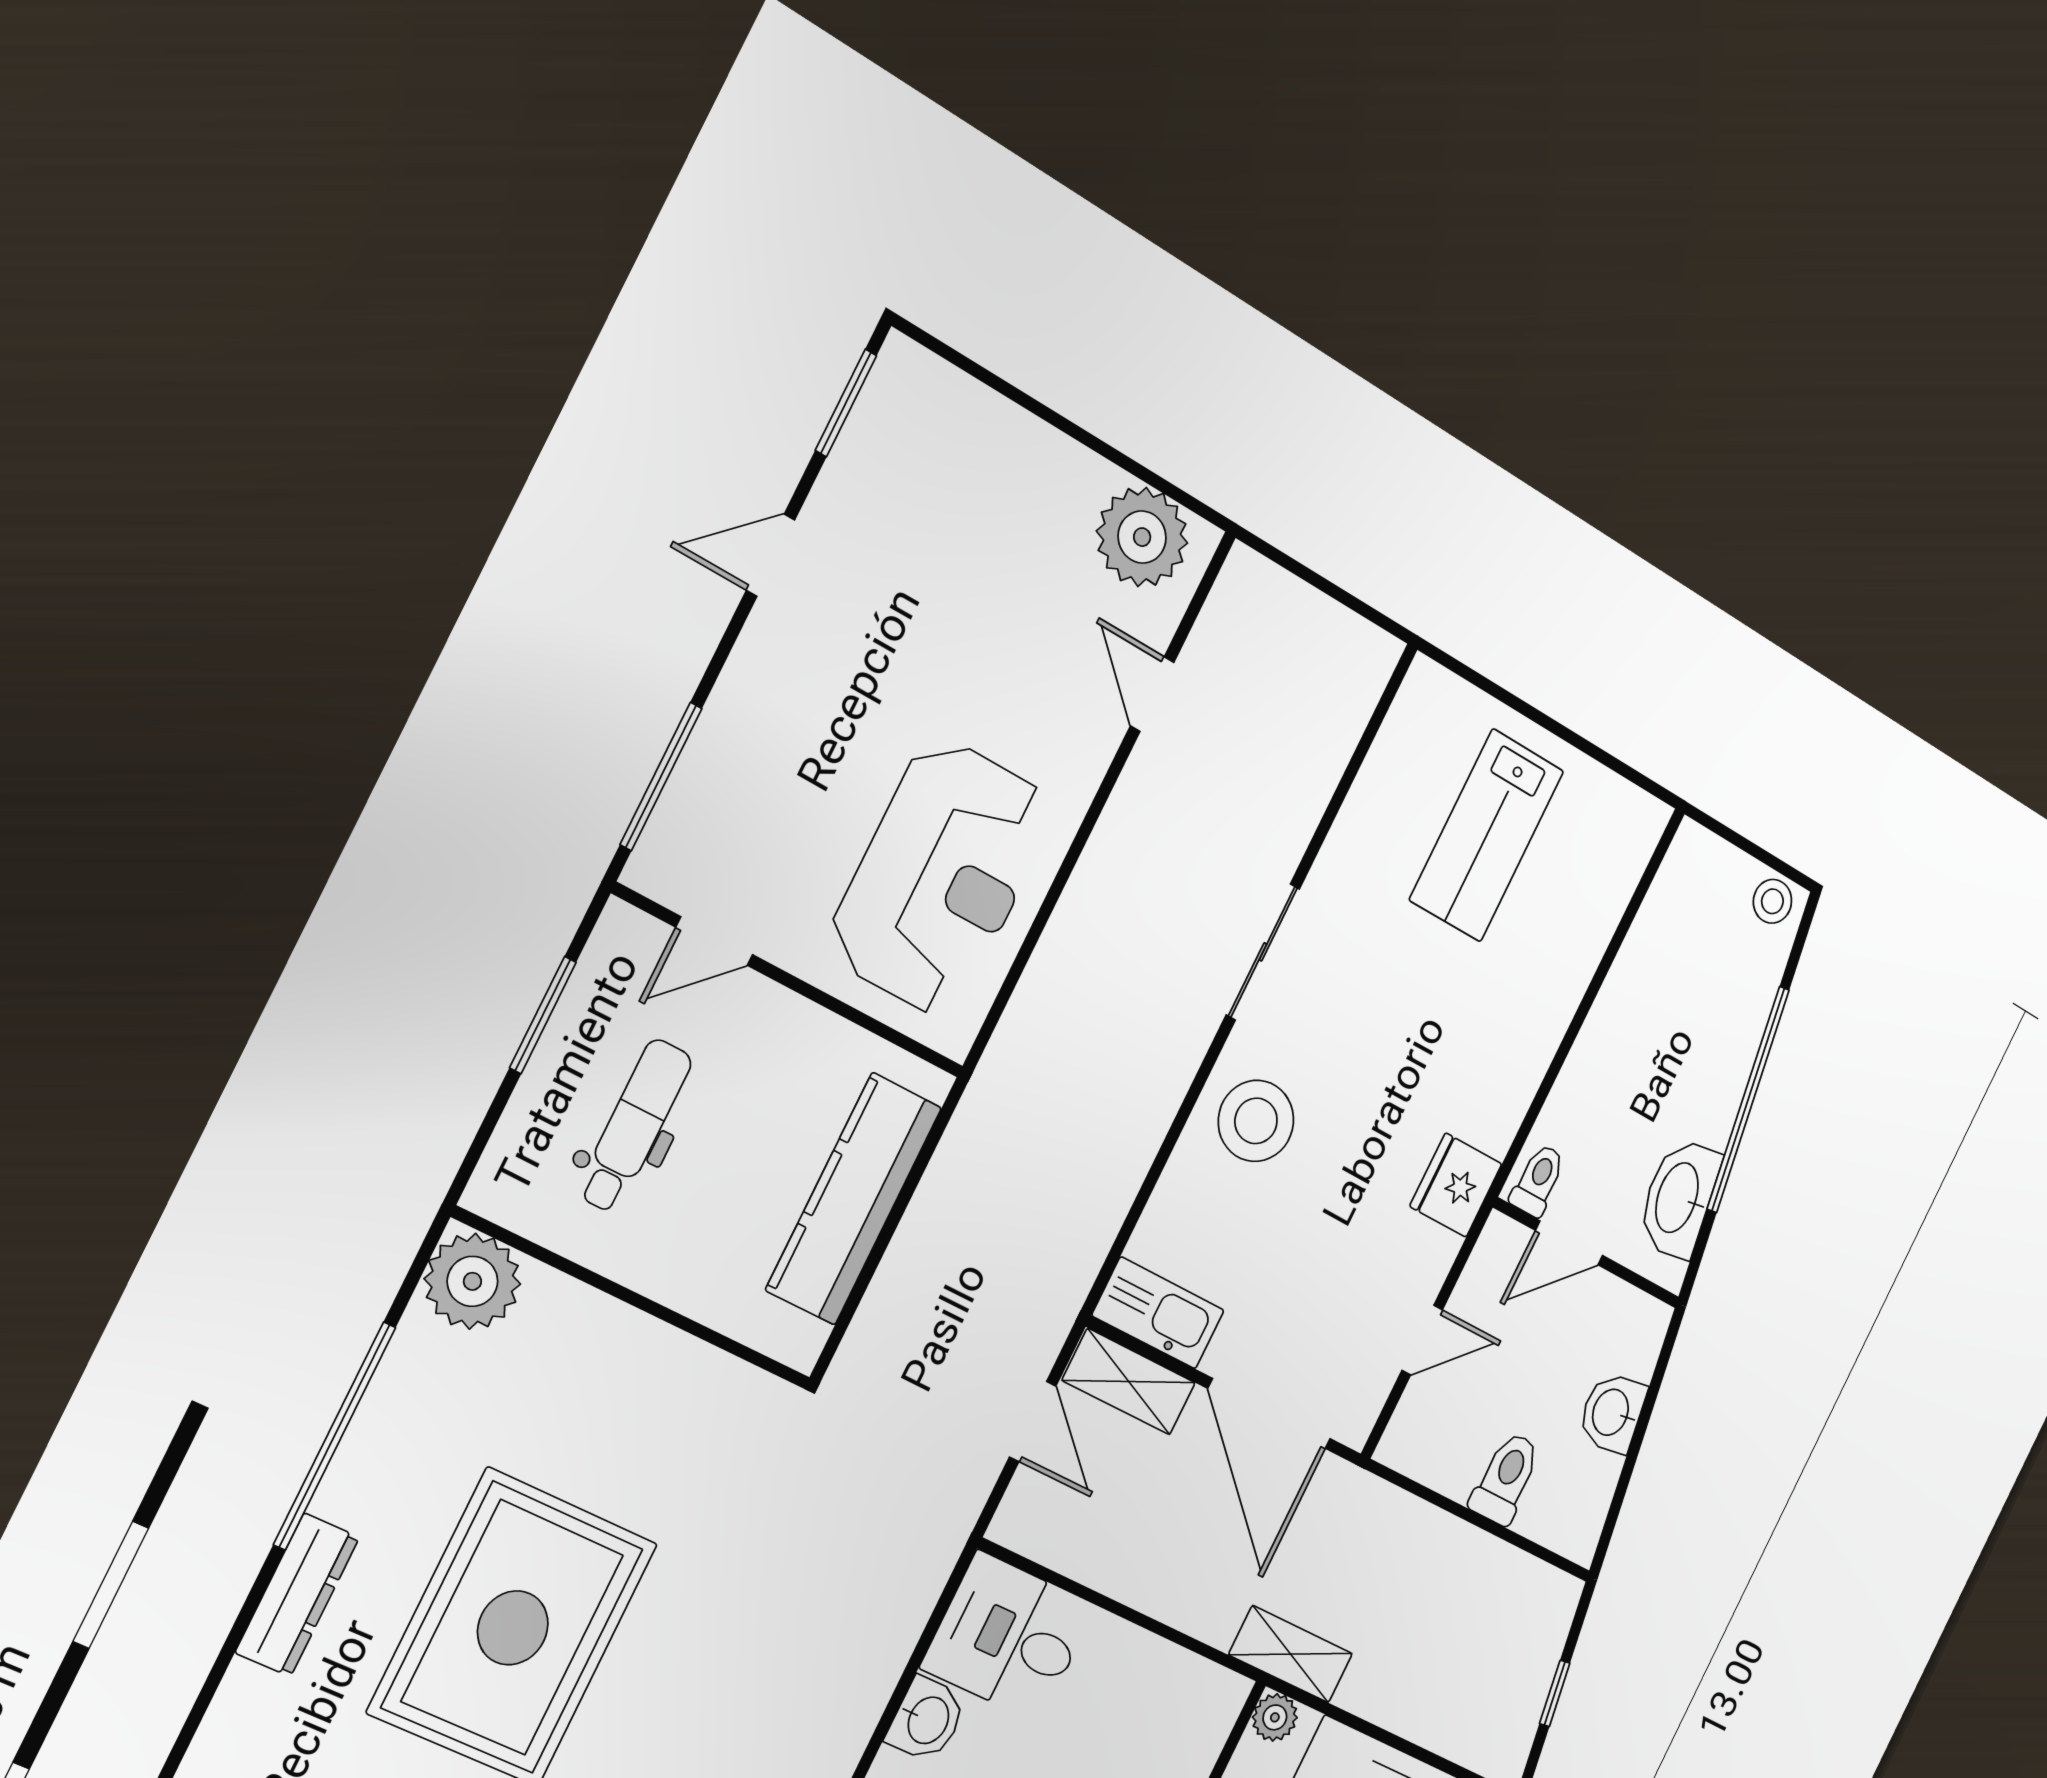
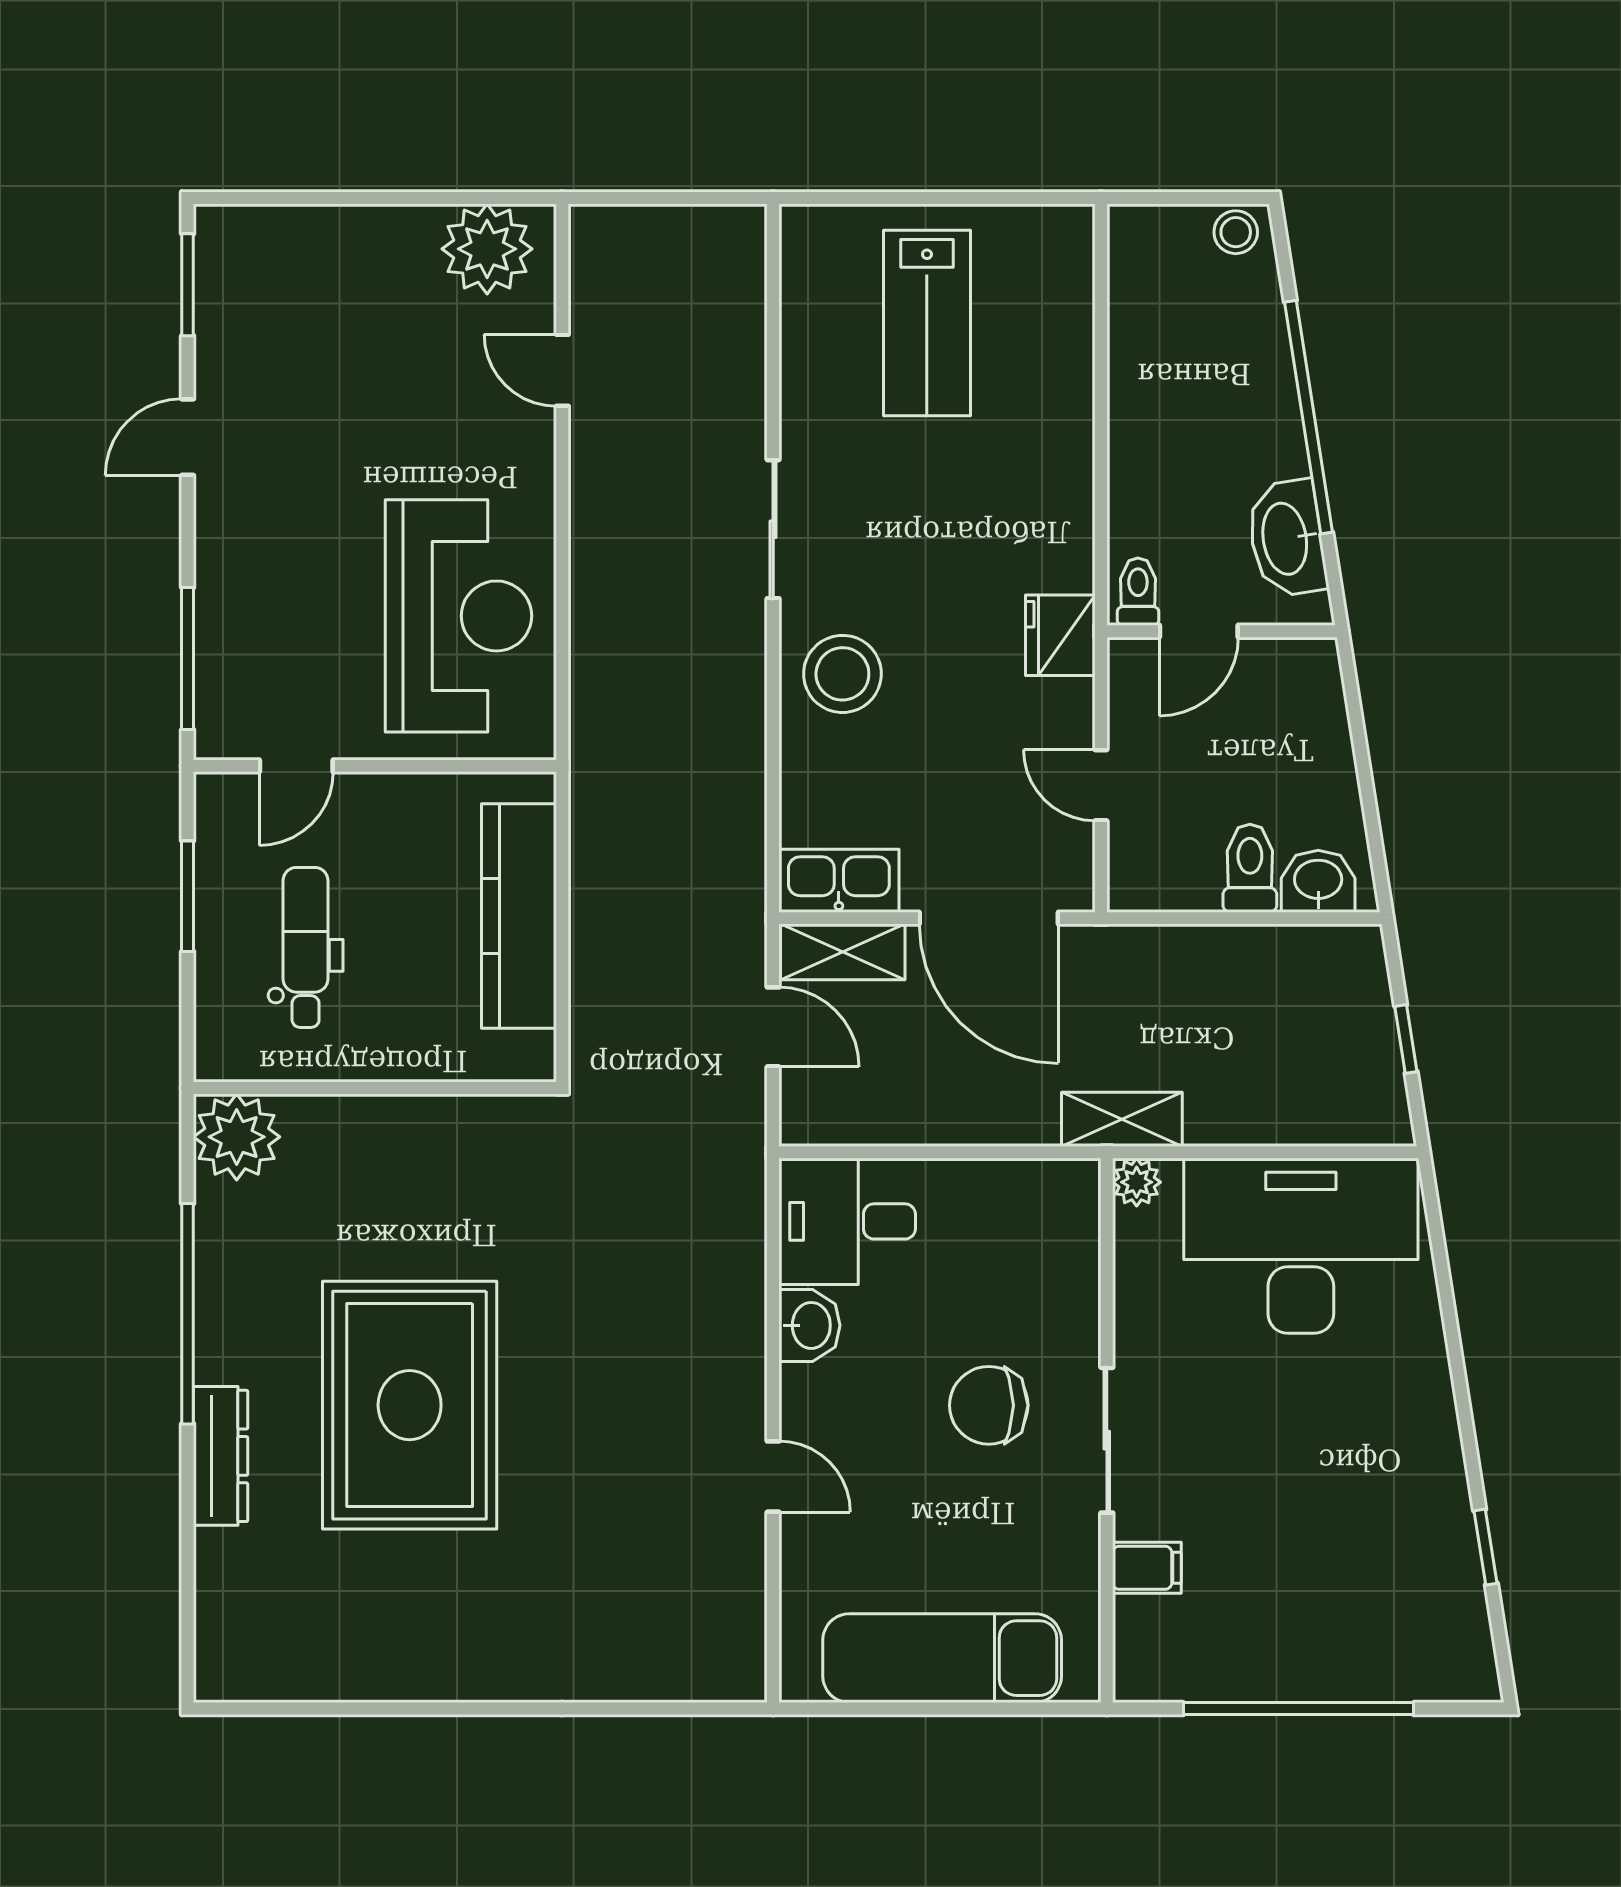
door: (1422, 1340) -> (1101, 785), swing flipped
washbasin: (1612, 1413) -> (1318, 881), moved, turned 99

